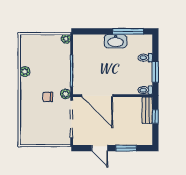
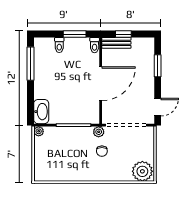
washbasin: (116, 41) -> (41, 112), moved
plant: (25, 72) -> (142, 171), moved, width x1.87, depth x1.87
door: (97, 96) -> (101, 84), moved
door: (100, 148) -> (158, 107), moved

